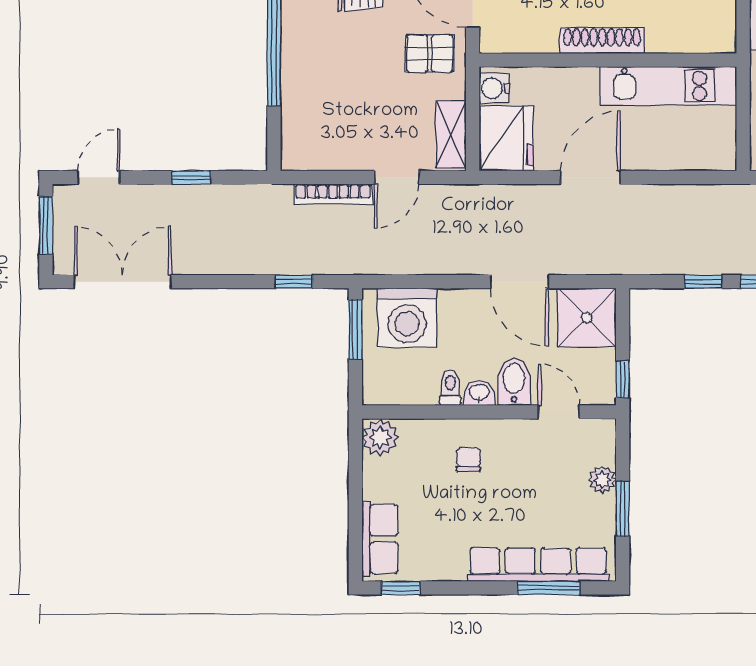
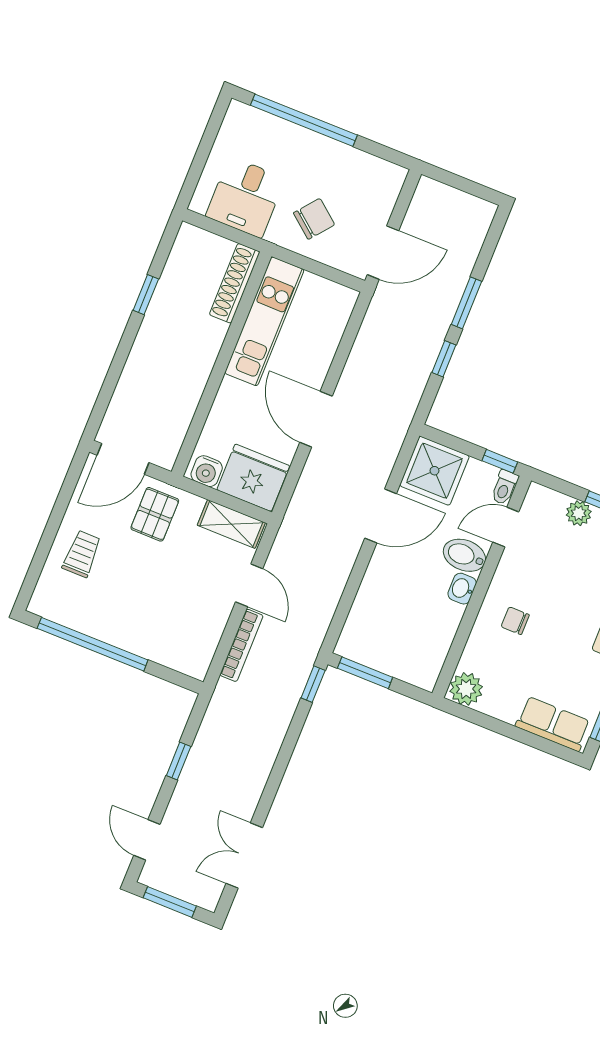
shoe rack: (602, 41) -> (235, 283), moved
double door: (123, 282) -> (244, 855), width x0.73
window: (294, 282) -> (313, 684), moved
washing machine: (407, 318) -> (373, 625), removed
toilet: (450, 388) -> (504, 487), moved, turned -90

